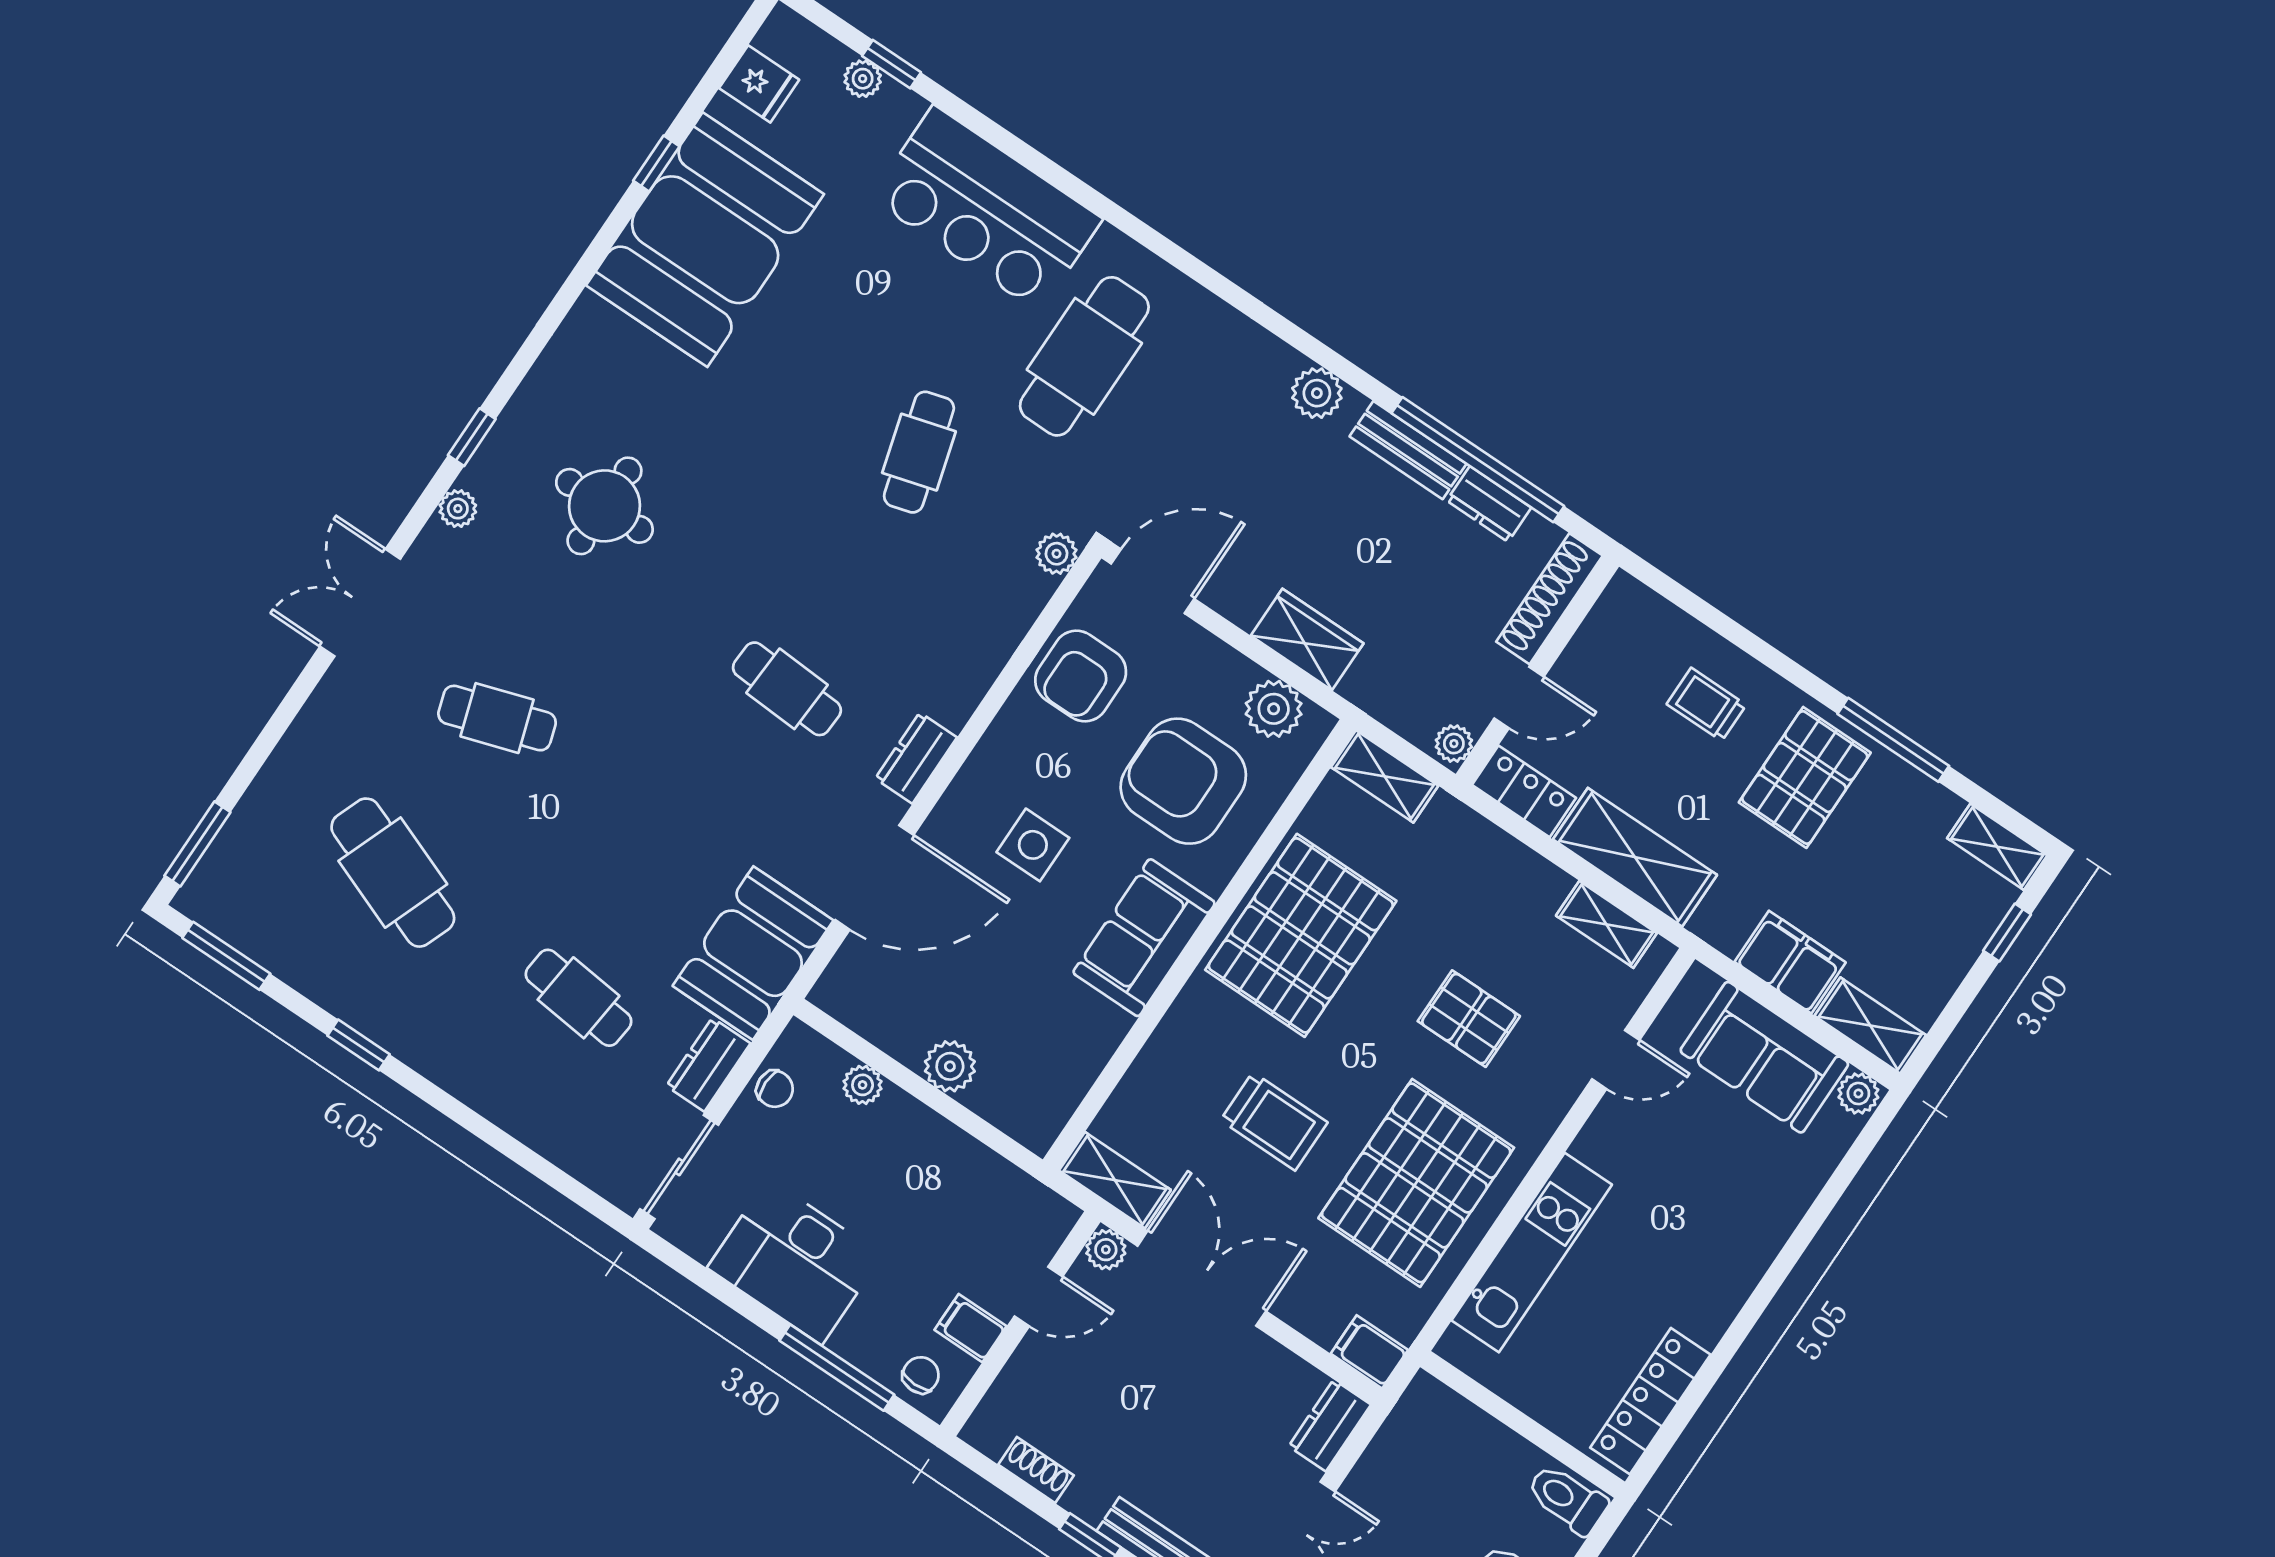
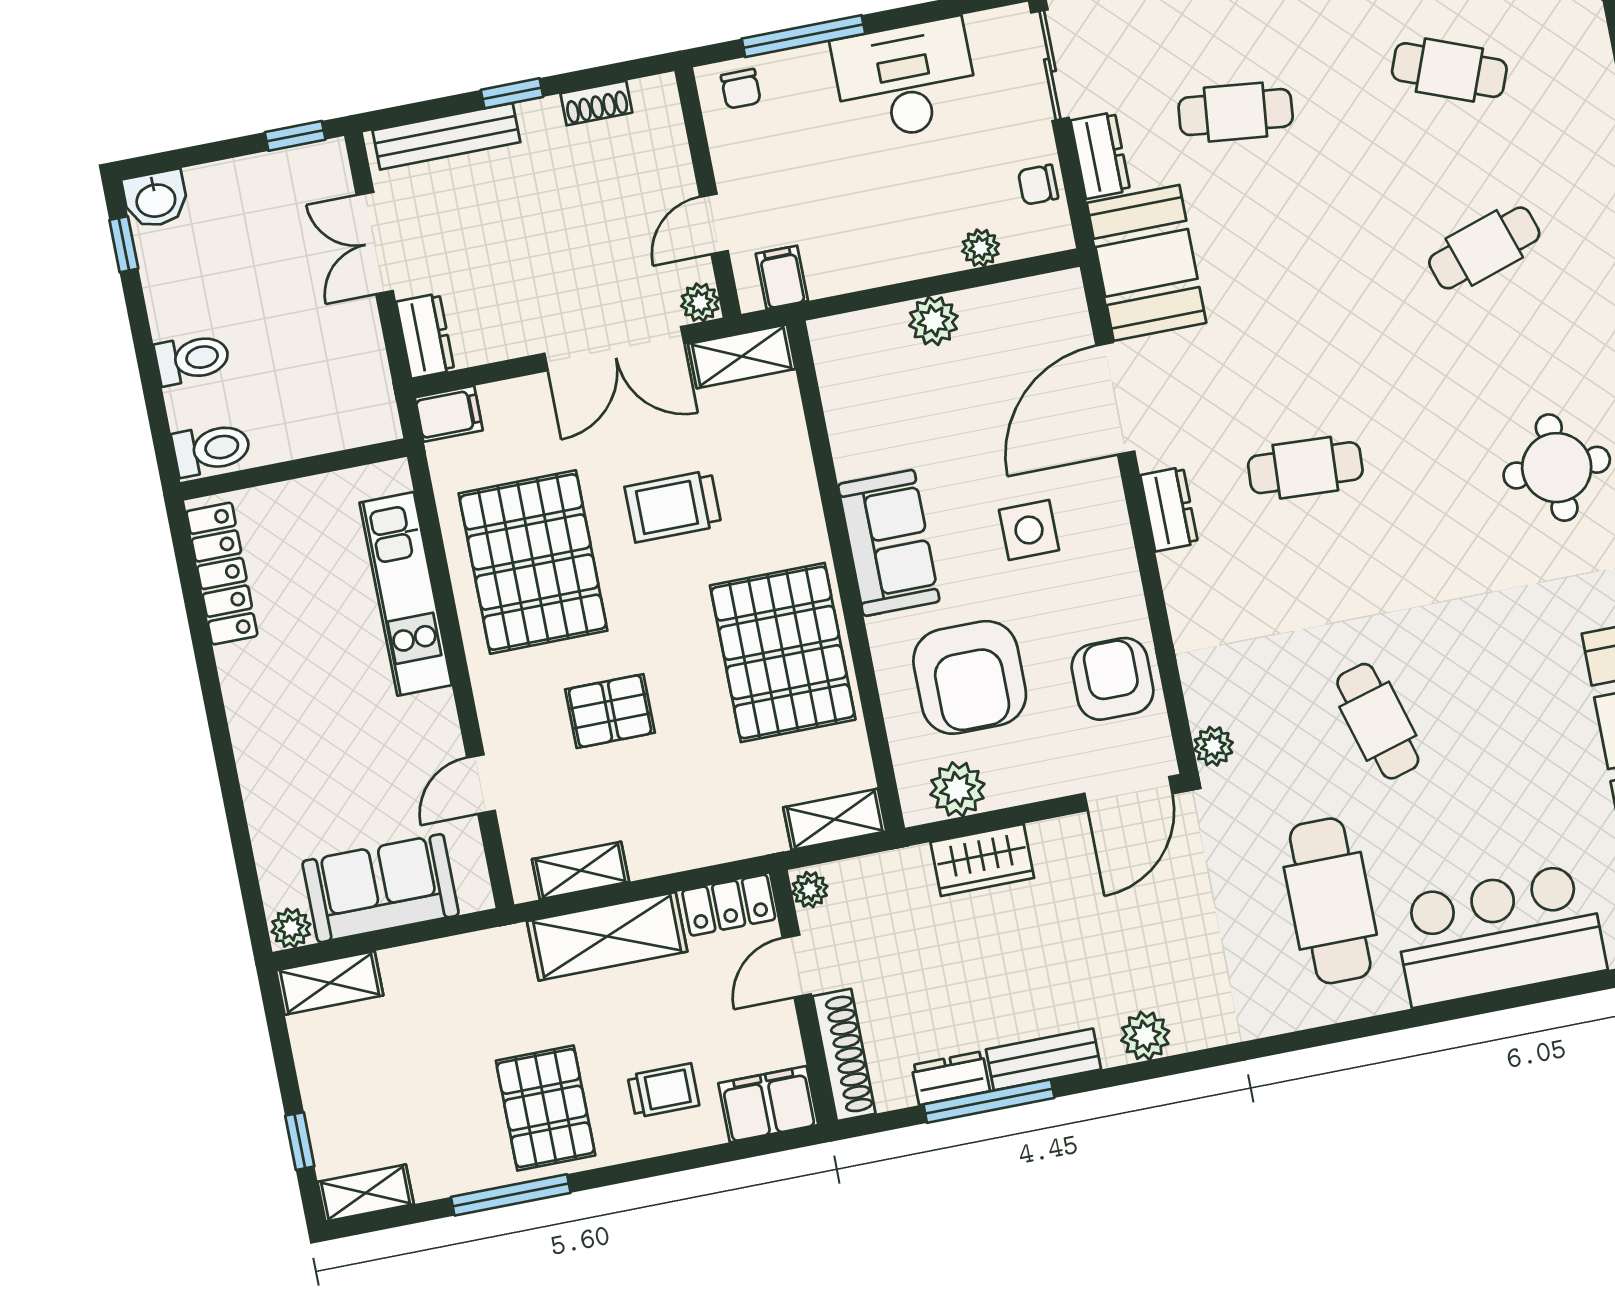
window: (1478, 460) -> (989, 1101), width x0.68
armchair: (1183, 781) -> (970, 677), turned 90
cafe table: (393, 873) -> (1449, 70), width x0.73, depth x0.74
filing cabinet: (1790, 962) -> (768, 1104), moved, turned 180
filing cabinet: (971, 1328) -> (782, 277), moved, turned -90

